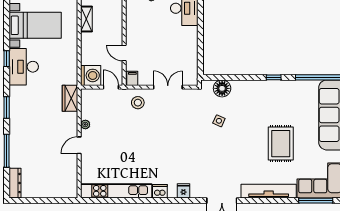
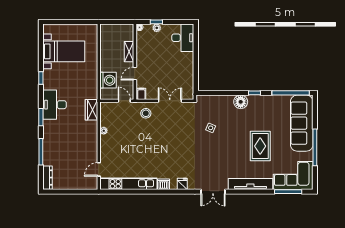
shelving: (86, 19) -> (129, 52), moved
door: (124, 53) -> (135, 74), hinge flipped
desk: (24, 67) -> (55, 105), moved
washing machine: (91, 75) -> (108, 80), moved
floor lamp: (222, 88) -> (241, 102), moved
door: (79, 145) -> (99, 169), moved

